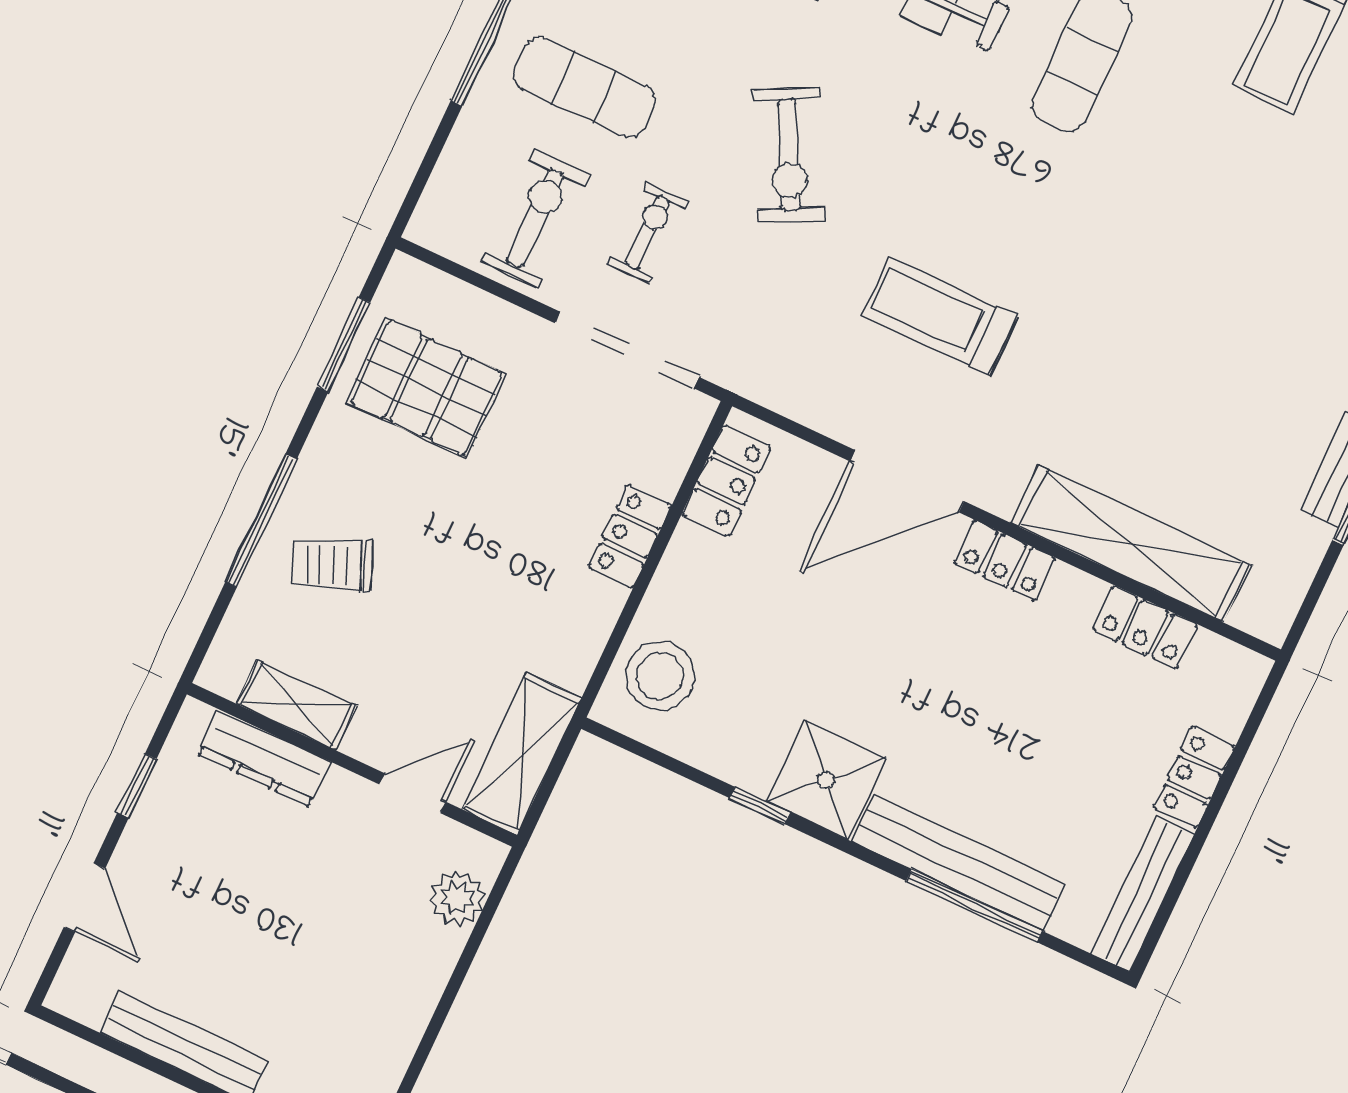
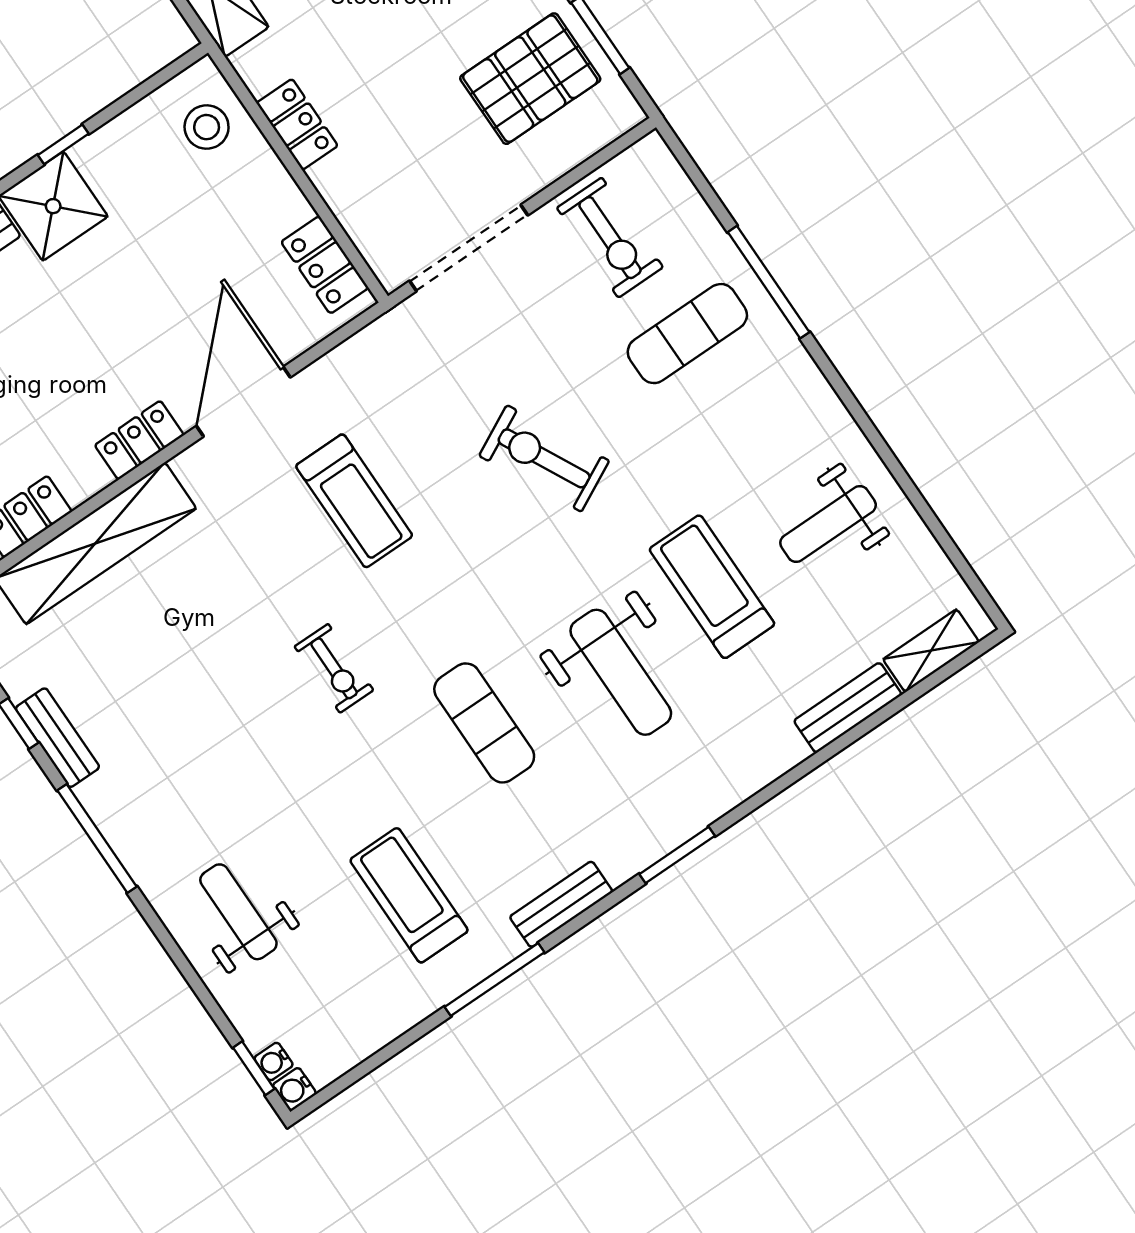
exercise bike: (648, 233) -> (334, 668), moved
treadmill: (940, 316) -> (354, 501), turned 90
locker: (630, 536) -> (297, 124), moved
stool: (660, 676) -> (207, 127), width x0.73, depth x0.73

